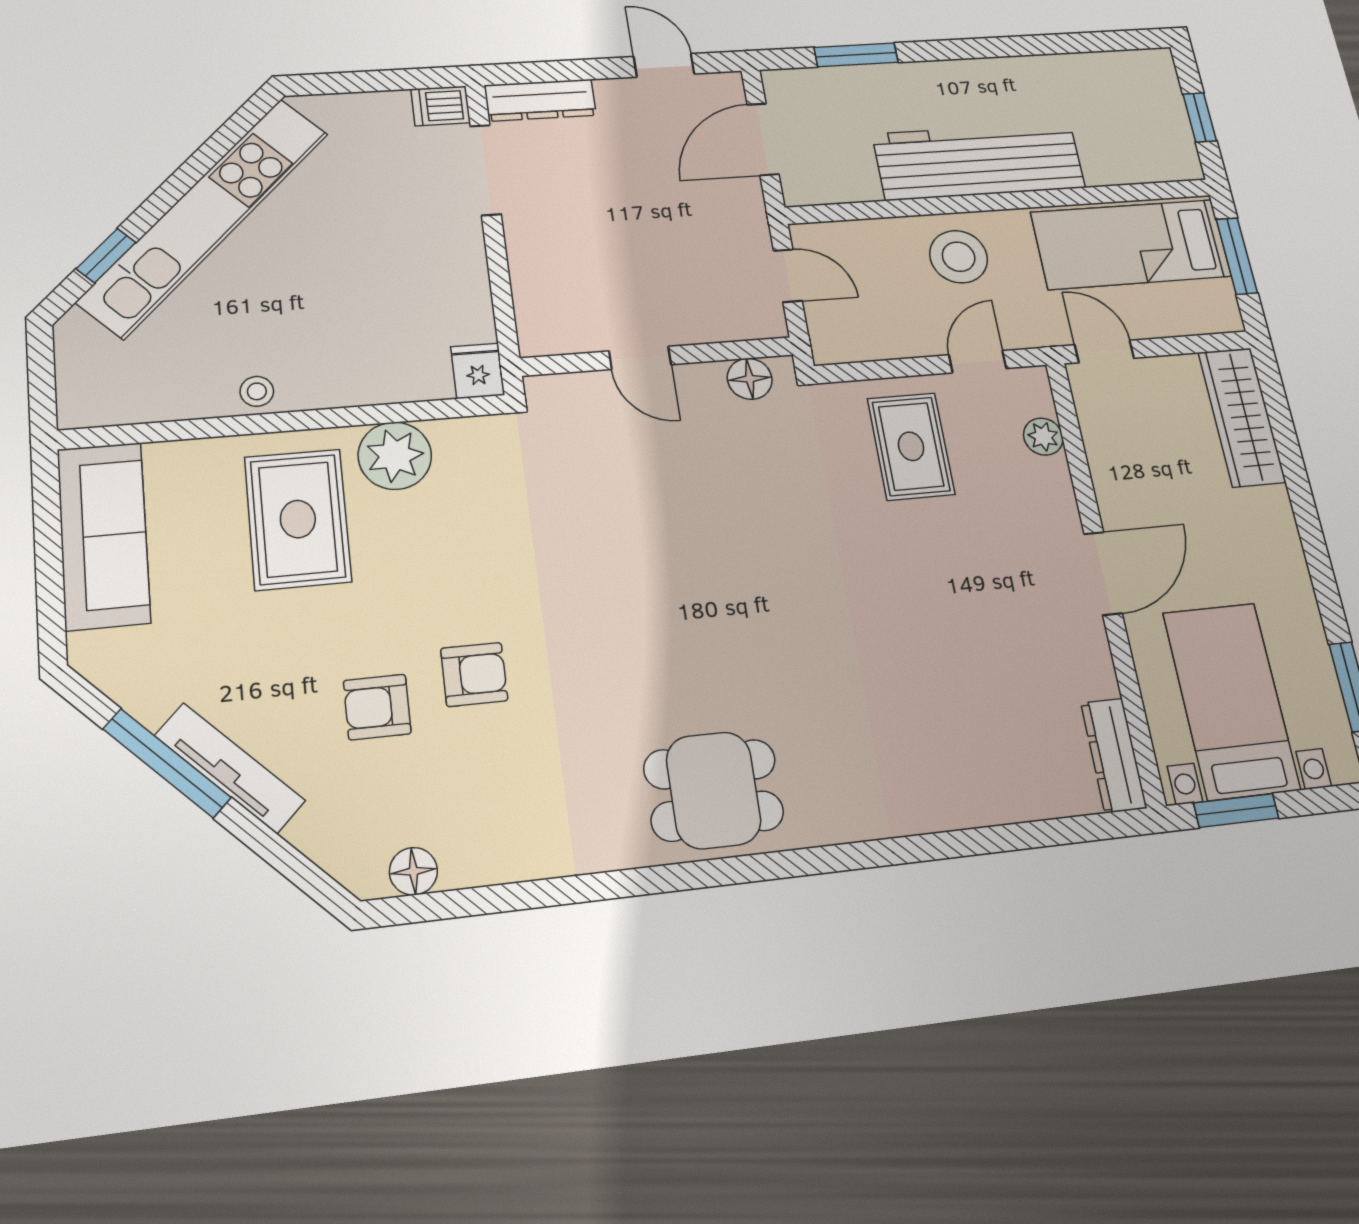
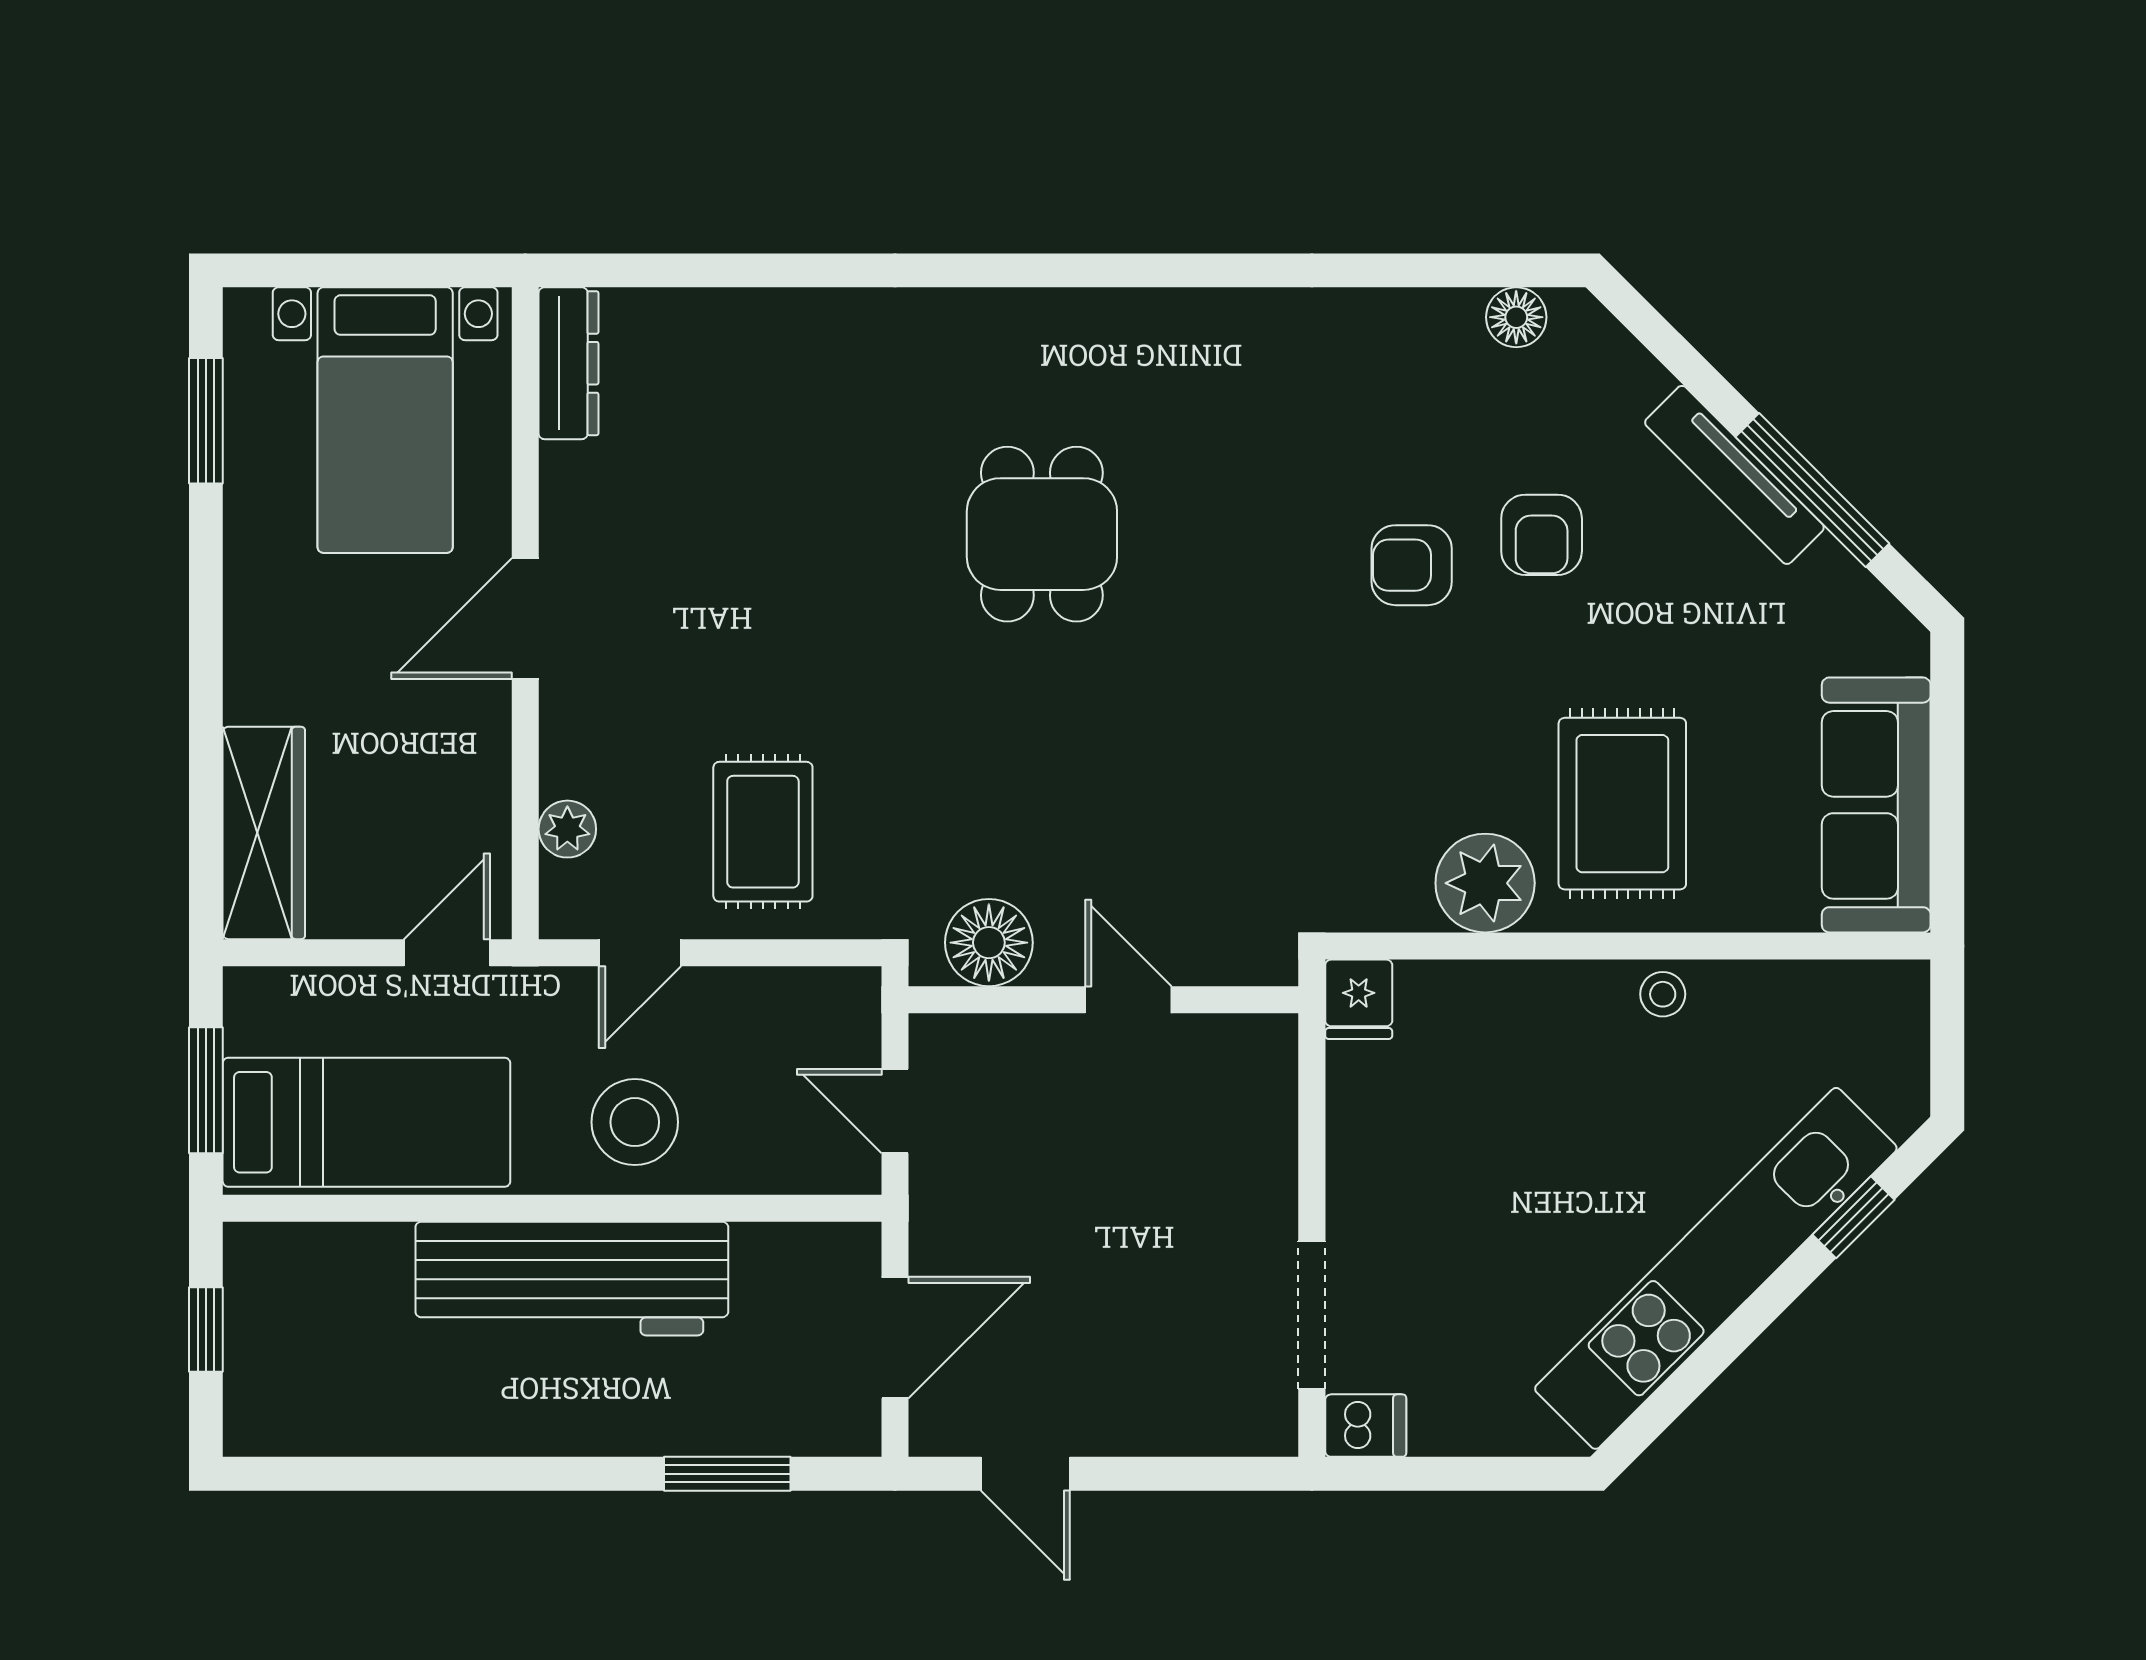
dresser: (540, 100) -> (1218, 1426), removed
door: (1104, 352) -> (447, 953), swing flipped
floor lamp: (750, 379) -> (989, 943), width x1.38, depth x1.38
armchair: (377, 707) -> (1542, 535), turned 90
dining table: (713, 790) -> (1042, 534), moved, turned 90
window: (1236, 810) -> (416, 270), removed

